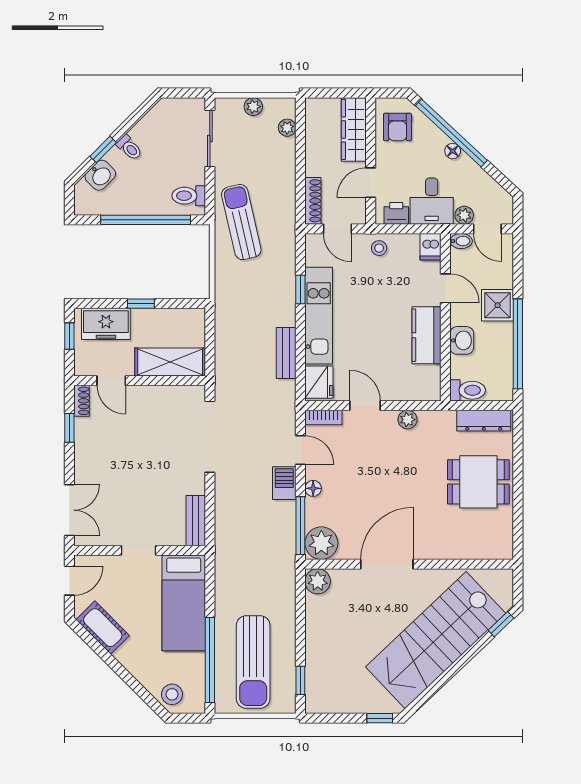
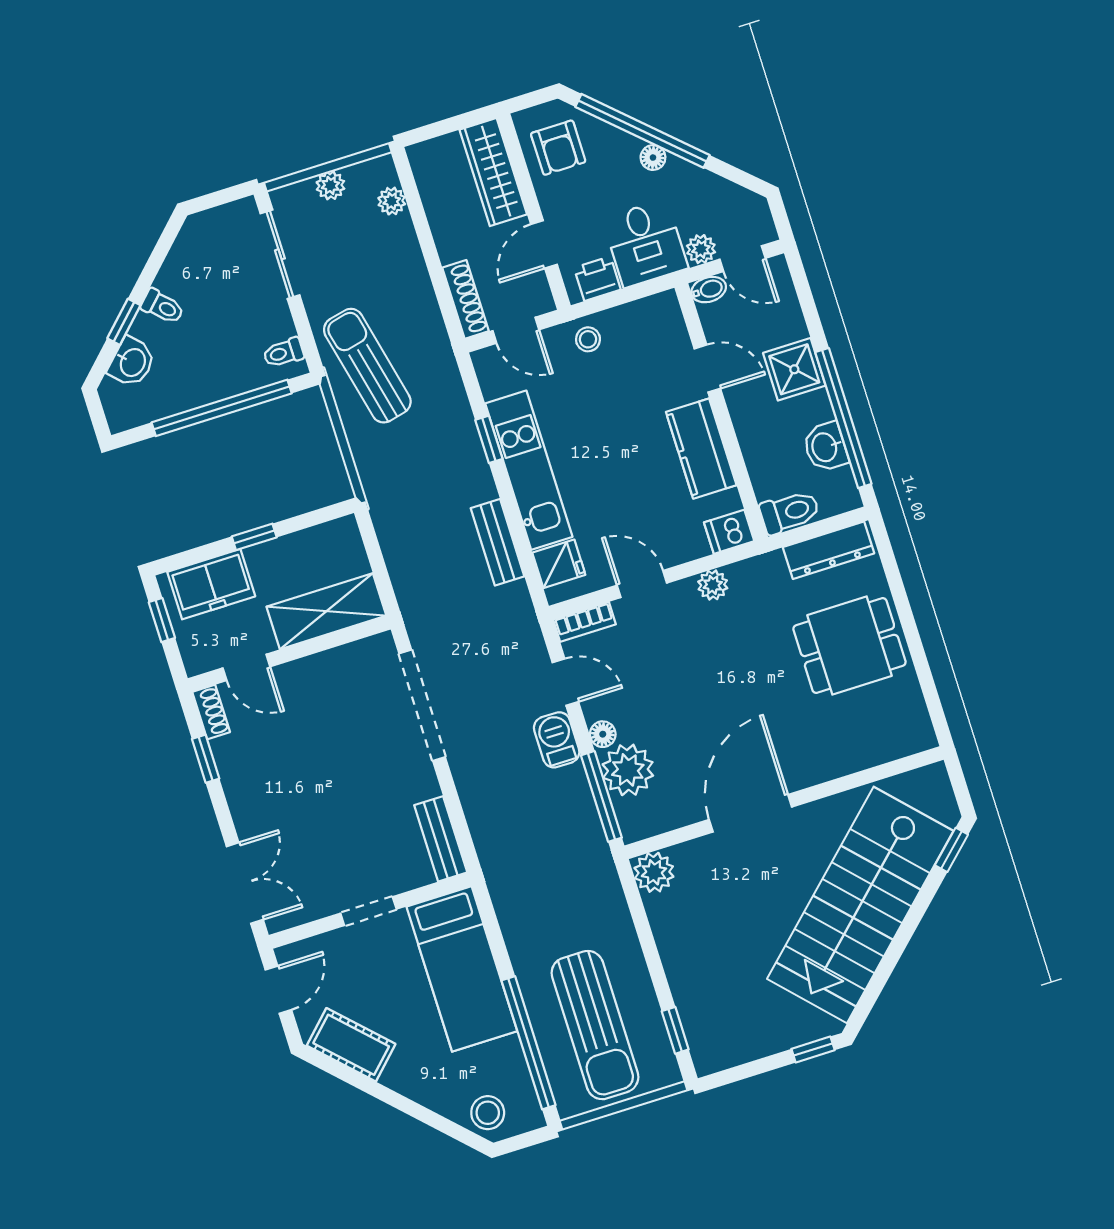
toilet: (189, 196) -> (283, 353), width x0.73, depth x0.72
dishwasher: (430, 247) -> (729, 532), moved, turned 90
washbasin: (462, 340) -> (825, 447), moved, turned 180
fridge: (319, 382) -> (559, 564), width x0.72
plant: (321, 543) -> (628, 770), moved

